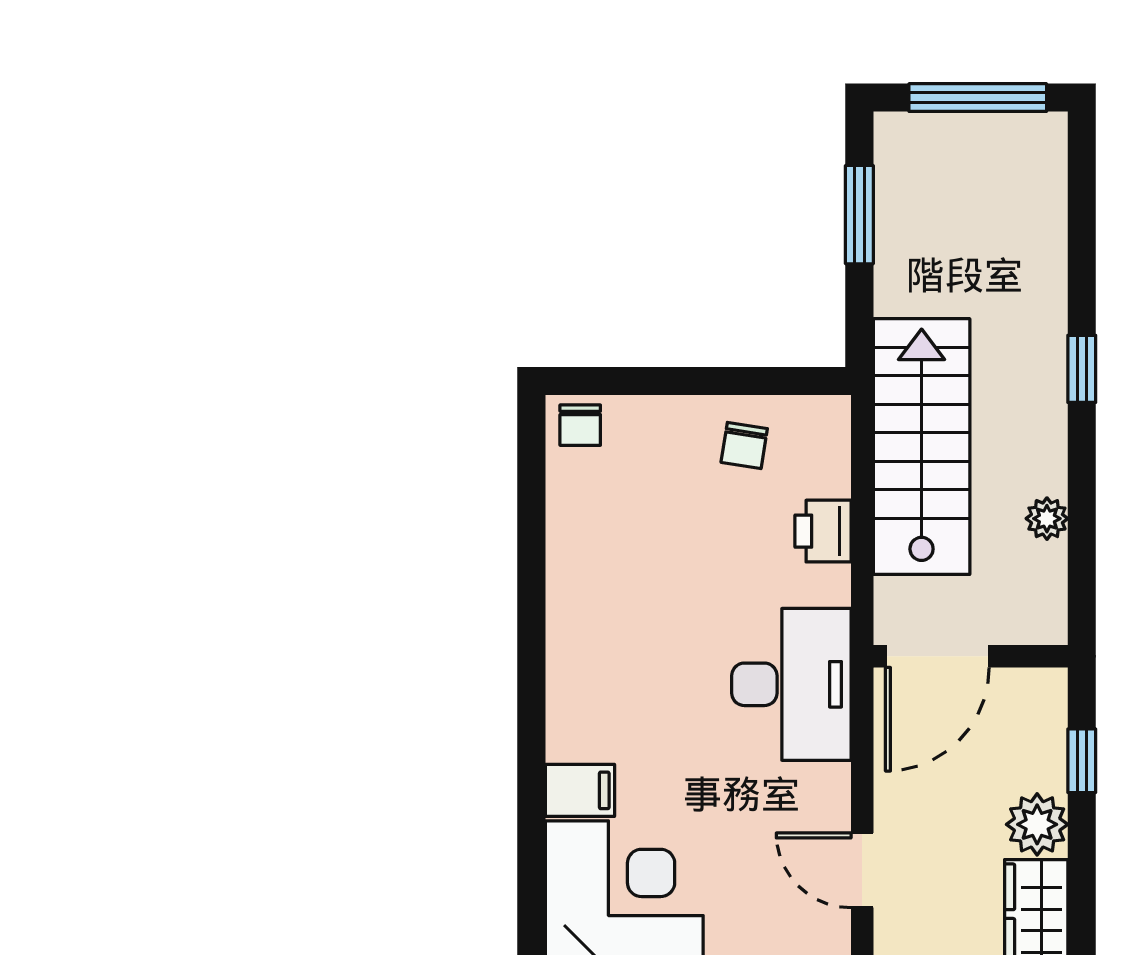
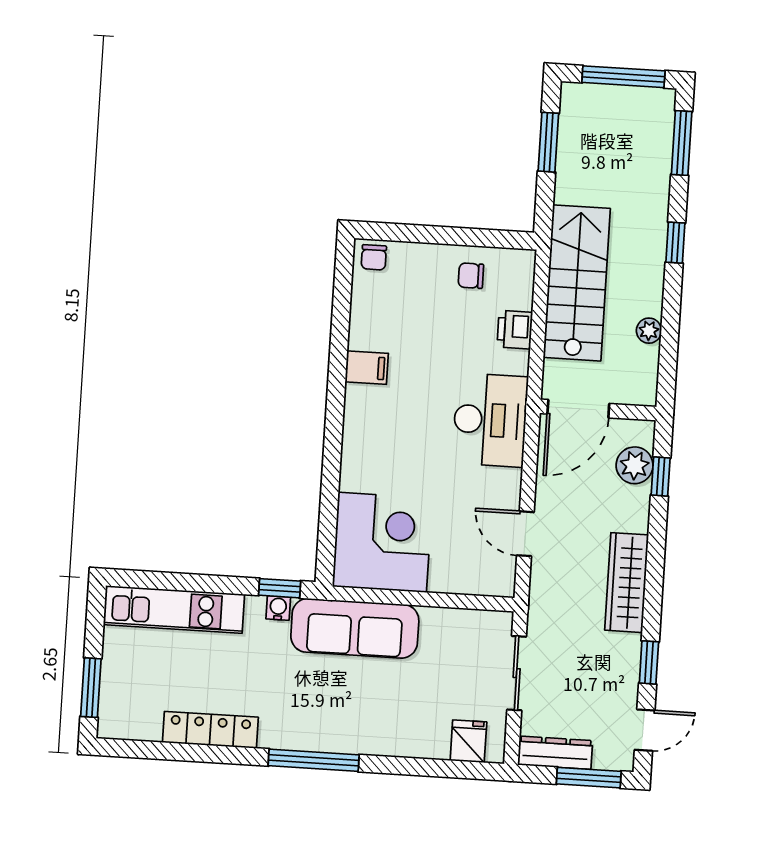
window: (1082, 202) -> (682, 143), added
chair: (744, 445) -> (471, 276), turned 81
filing cabinet: (580, 790) -> (367, 368), moved
plant: (1037, 824) -> (635, 465), moved

